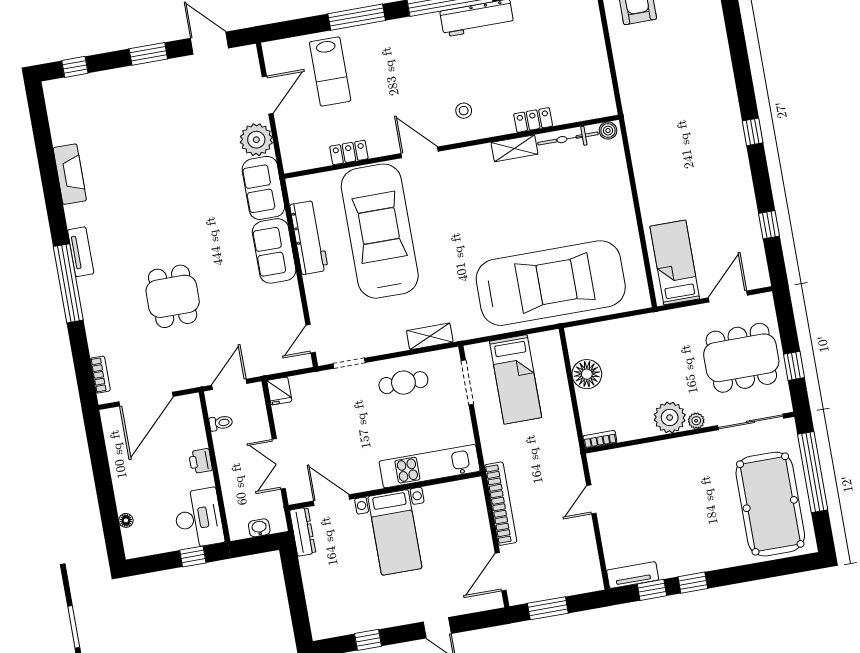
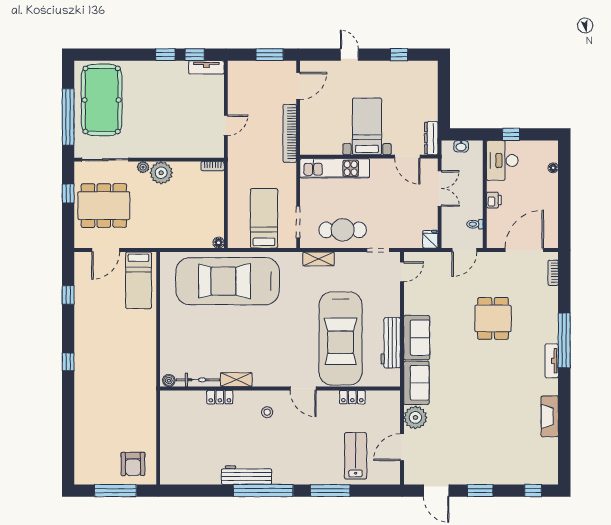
floor lamp: (587, 374) -> (219, 243), moved, width x0.53, depth x0.53
cafe table: (403, 383) -> (343, 230), width x1.37, depth x1.35

